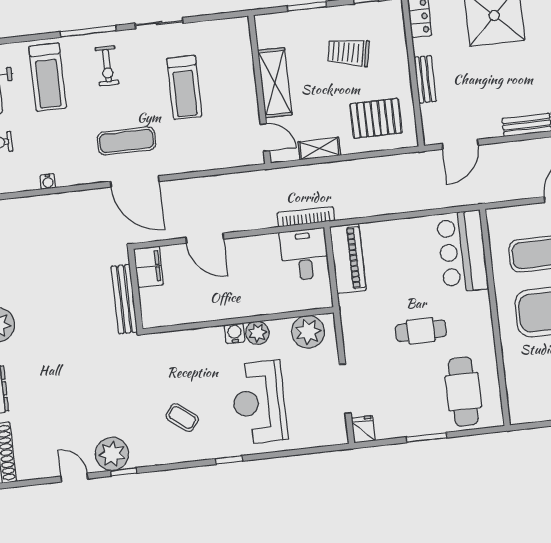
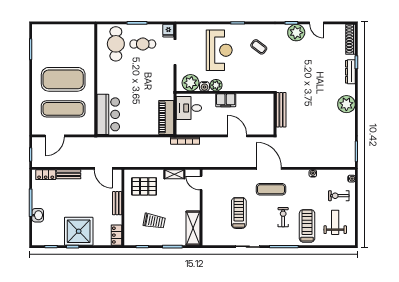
exercise bike: (107, 66) -> (283, 217), moved
shelving: (275, 83) -> (193, 228), moved
door: (460, 144) -> (103, 168), swing flipped
desk: (304, 254) -> (189, 108), moved, turned 90
filing cabinet: (148, 267) -> (226, 100), moved, turned -90
cafe table: (421, 331) -> (143, 44), moved
water cooler: (235, 333) -> (204, 86), moved

